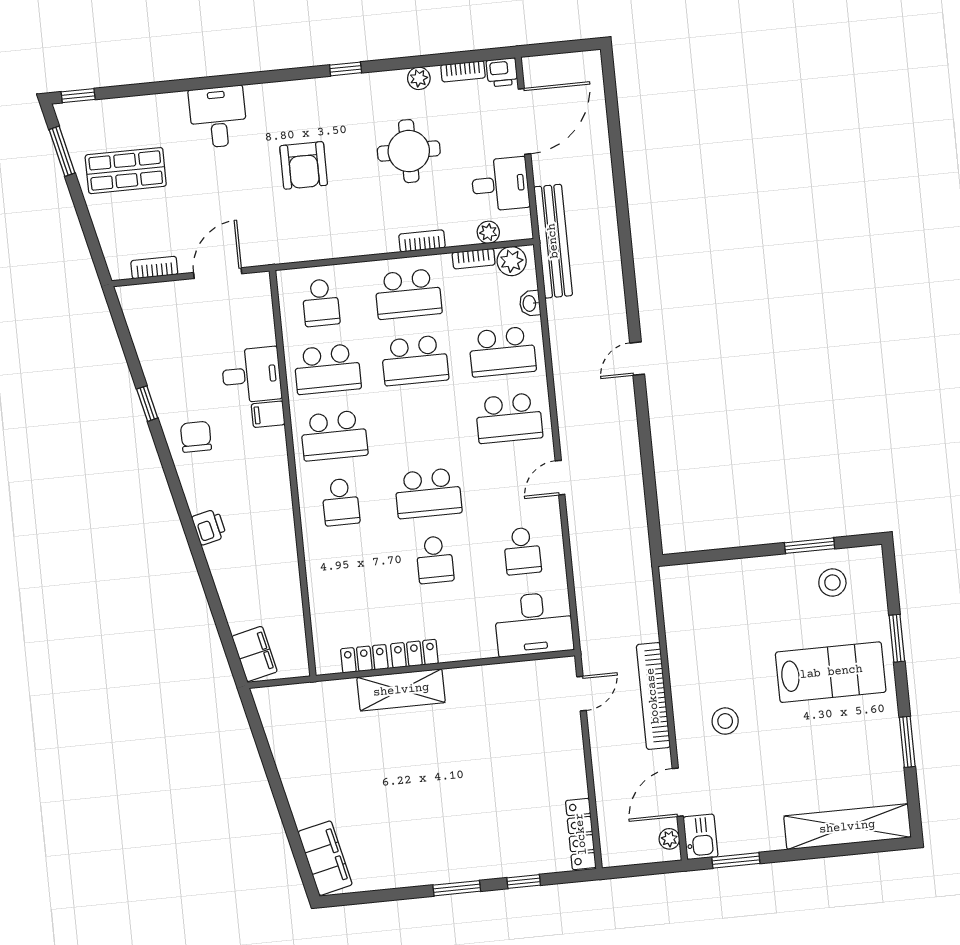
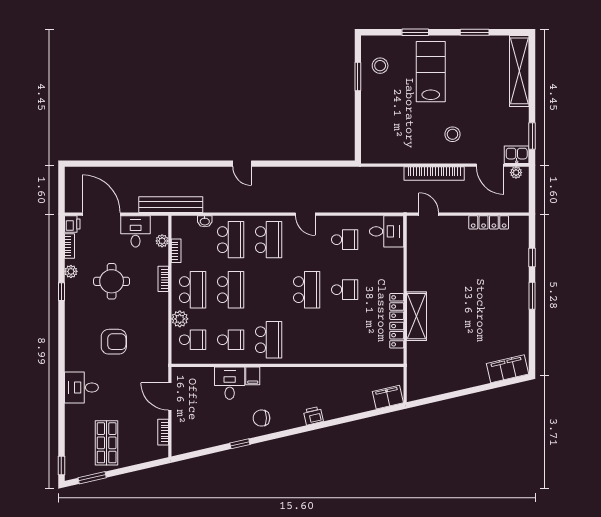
window: (346, 69) -> (61, 292), moved
plant: (512, 261) -> (180, 319), moved
school desk: (327, 369) -> (231, 340), width x0.54
school desk: (341, 502) -> (307, 340), removed
desk: (534, 624) -> (387, 231), width x0.73
locker: (581, 834) -> (489, 222), moved

